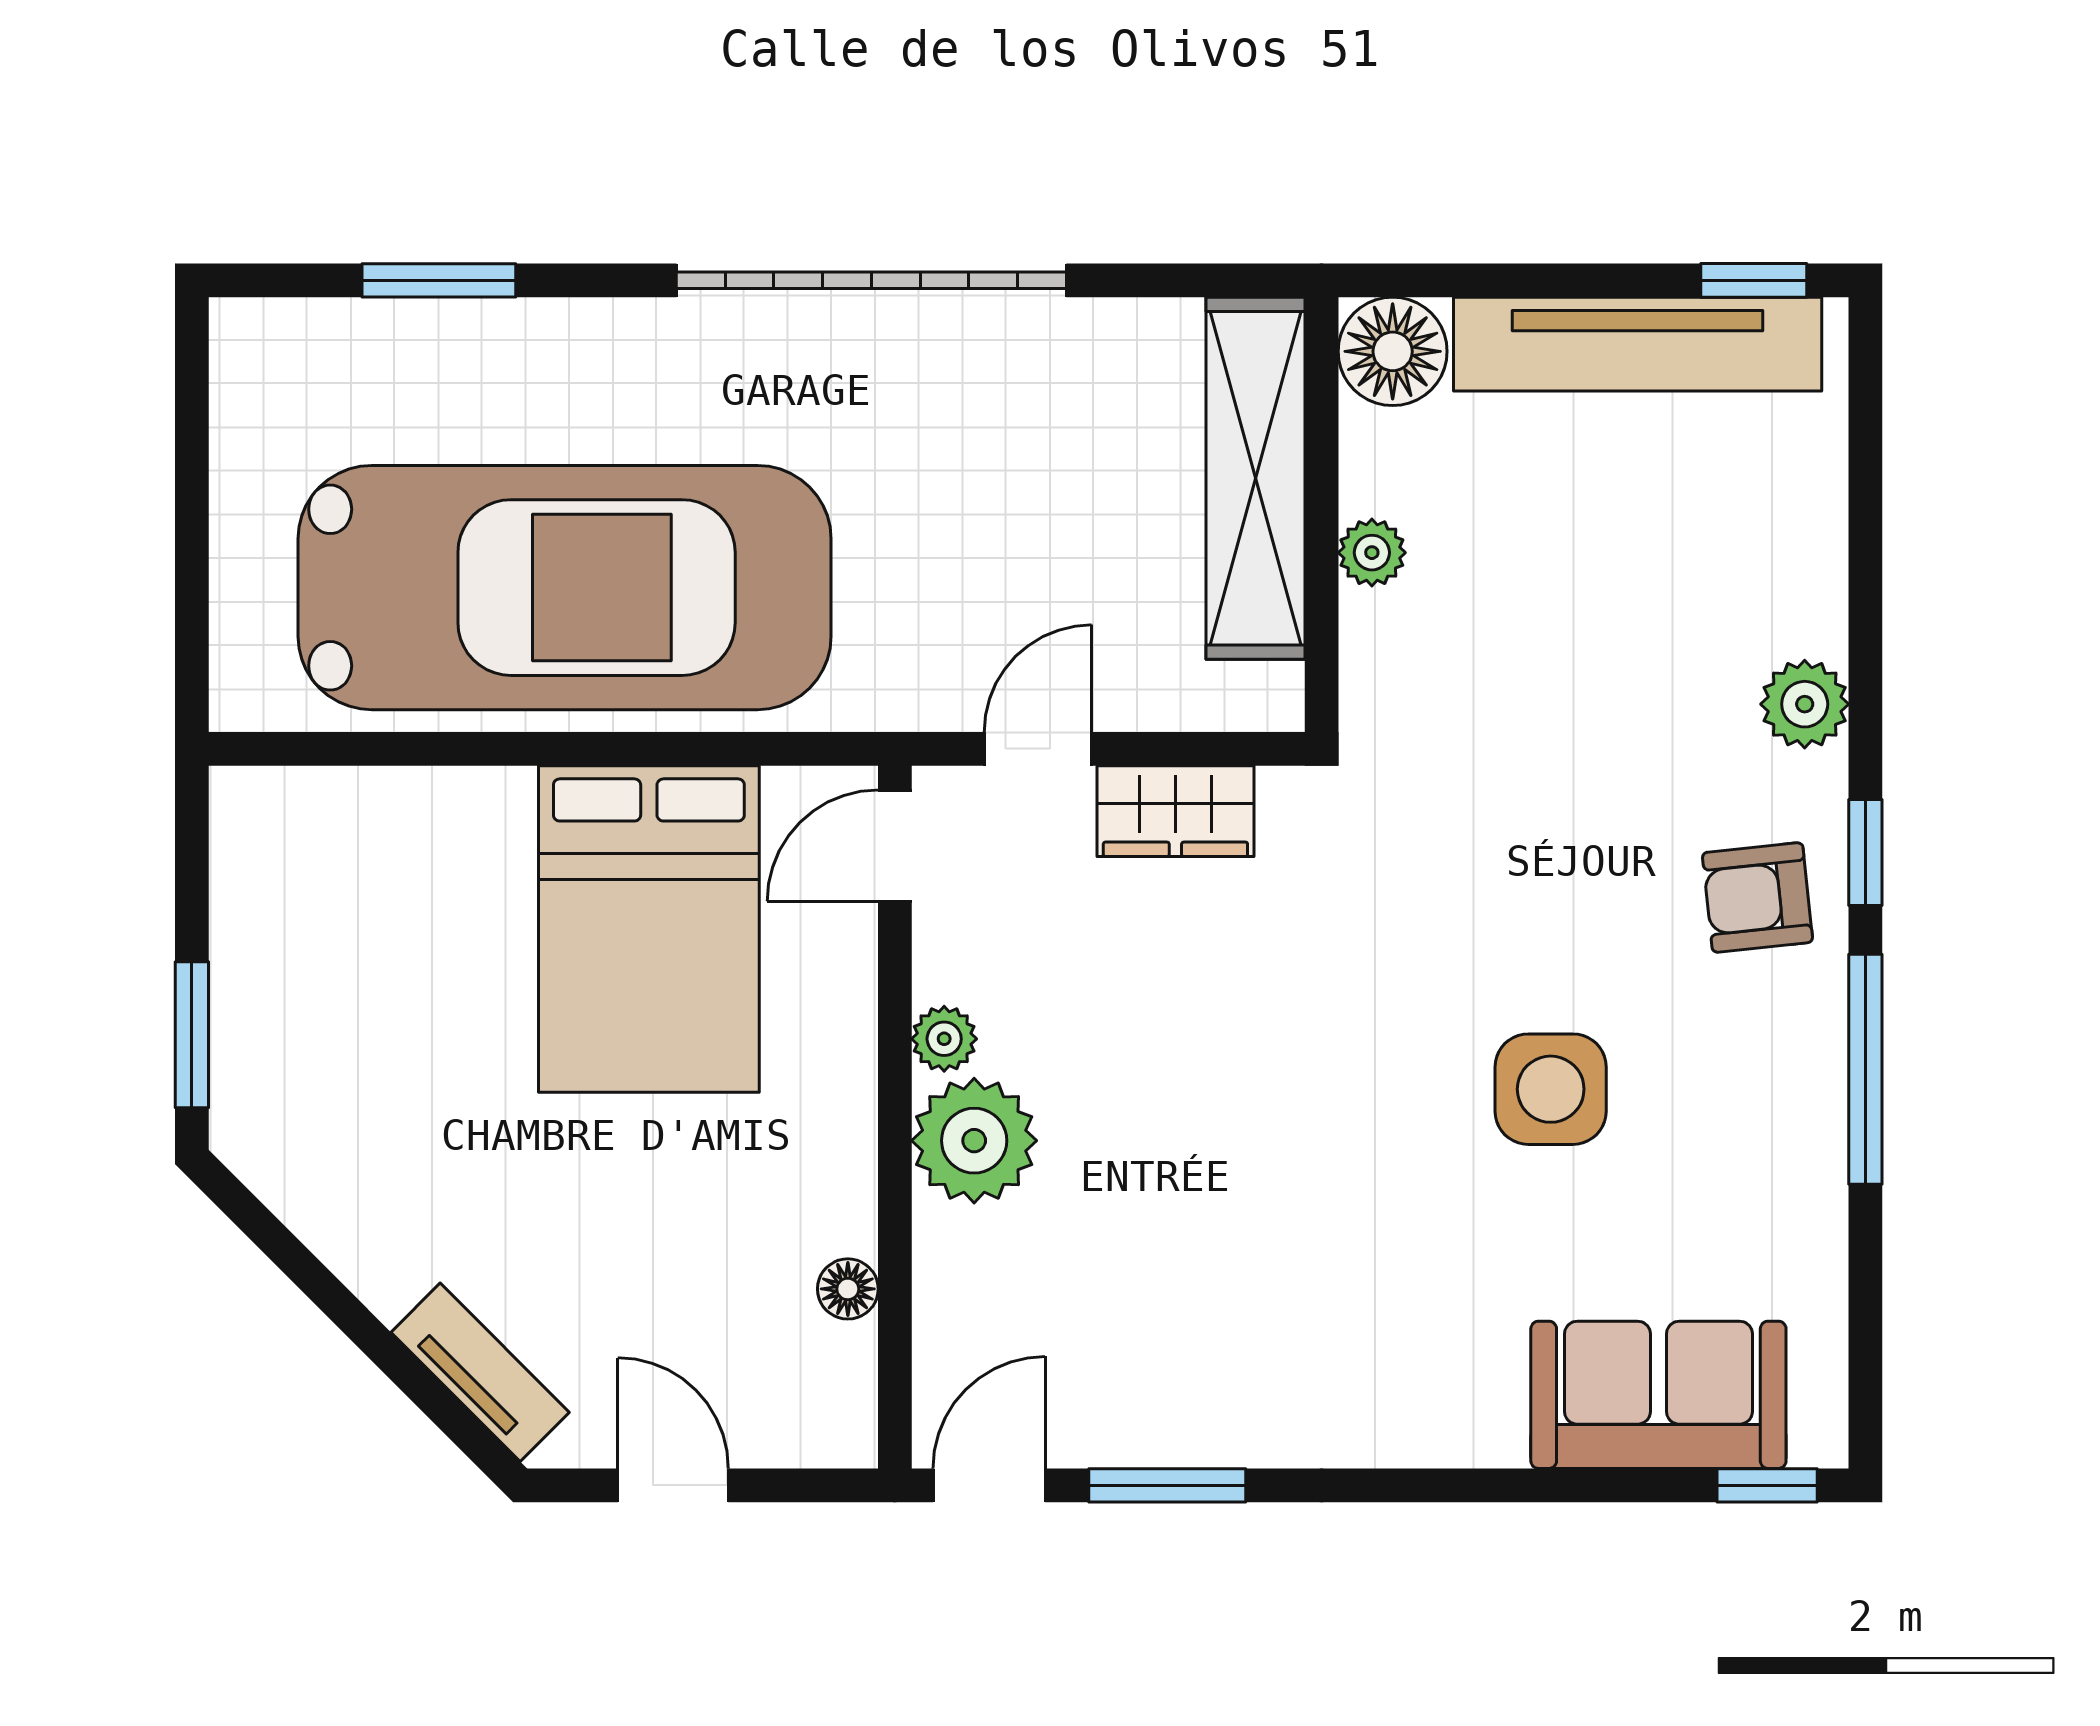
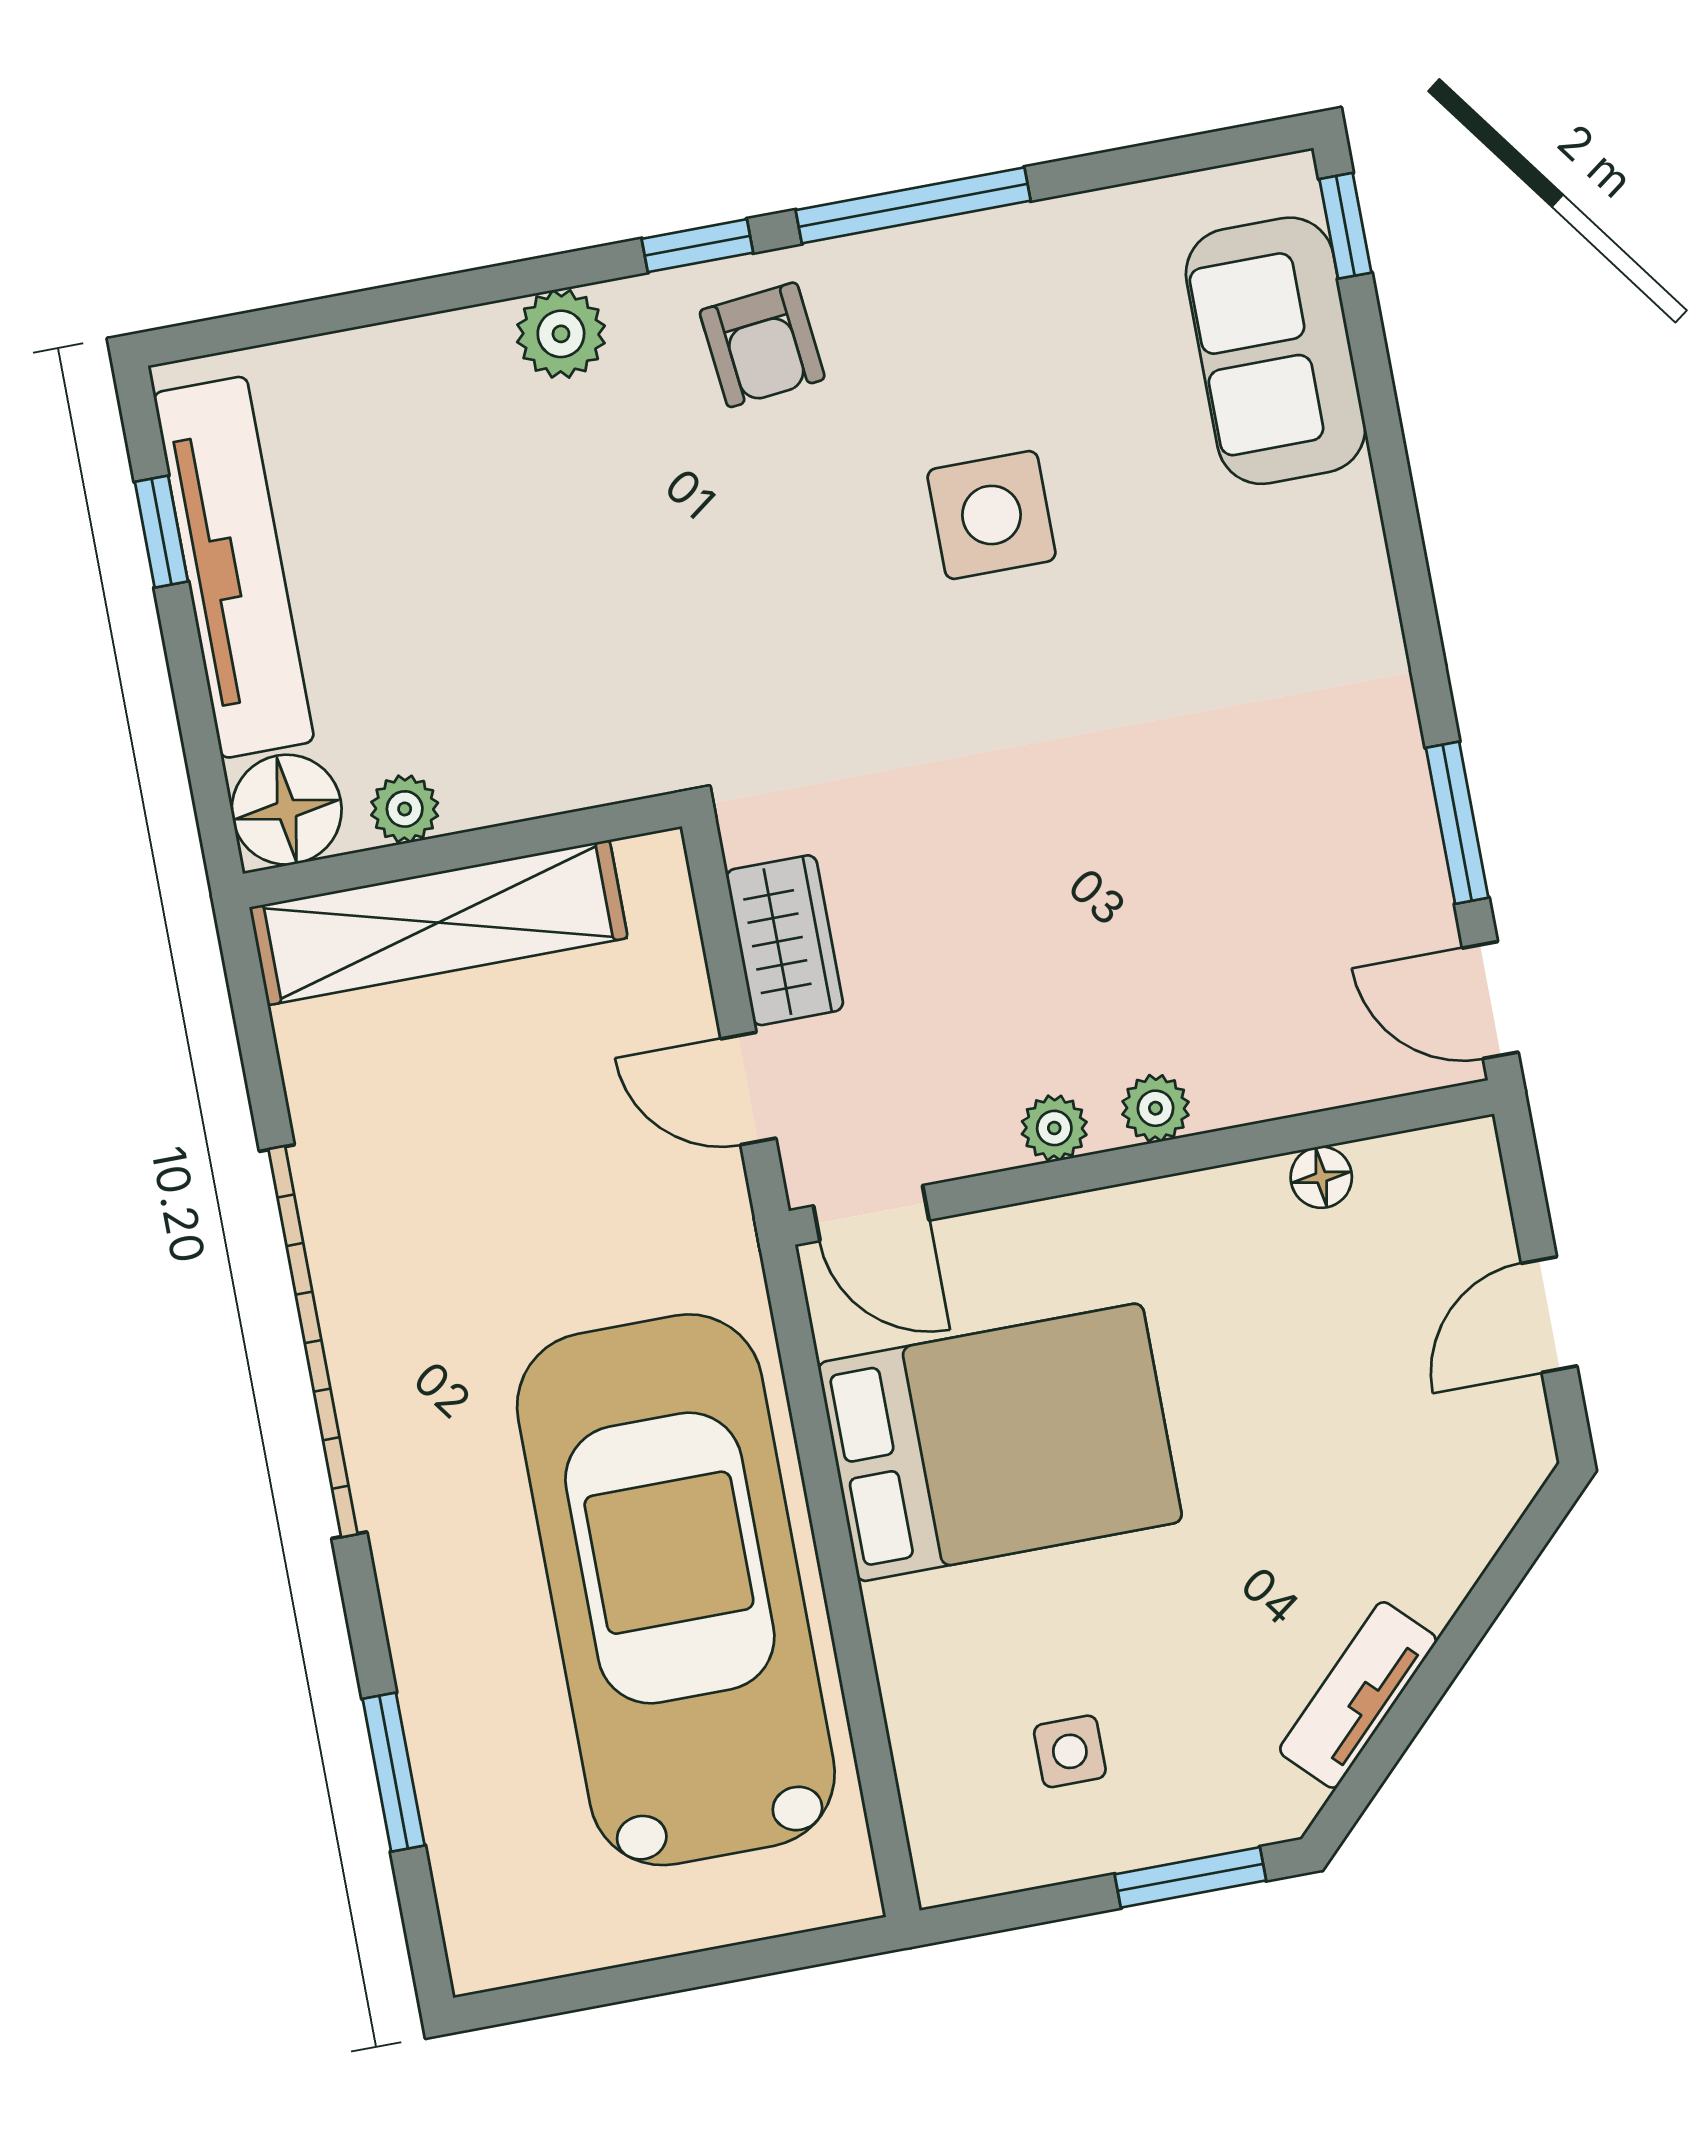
window: (1754, 280) -> (161, 532), moved
plant: (1372, 553) -> (405, 809), moved
side table: (336, 941) -> (1070, 1751), added
plant: (974, 1141) -> (1156, 1108), width x0.53, depth x0.53
tv unit: (480, 1372) -> (1358, 1695), moved

